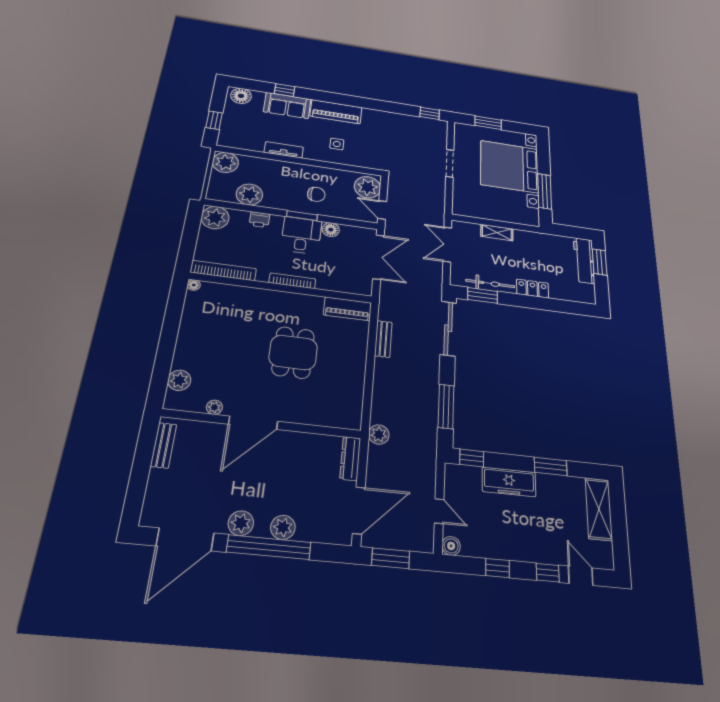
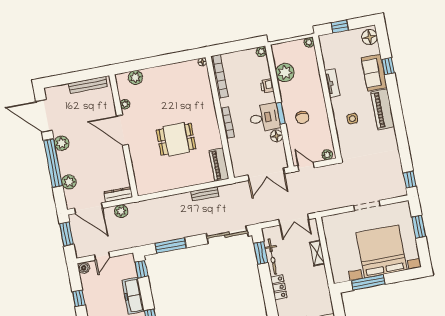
plant: (225, 162) -> (309, 42), width x0.53, depth x0.53
plant: (367, 187) -> (327, 155), width x0.53, depth x0.53
door: (382, 210) -> (306, 167), hinge flipped
plant: (215, 218) -> (261, 52), width x0.53, depth x0.53
double door: (447, 245) -> (294, 220), swing flipped
plant: (379, 434) -> (121, 211), moved
bench: (164, 445) -> (88, 85), width x1.36
plant: (283, 527) -> (69, 182), moved

